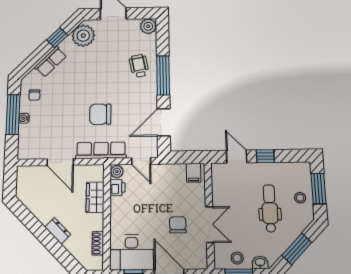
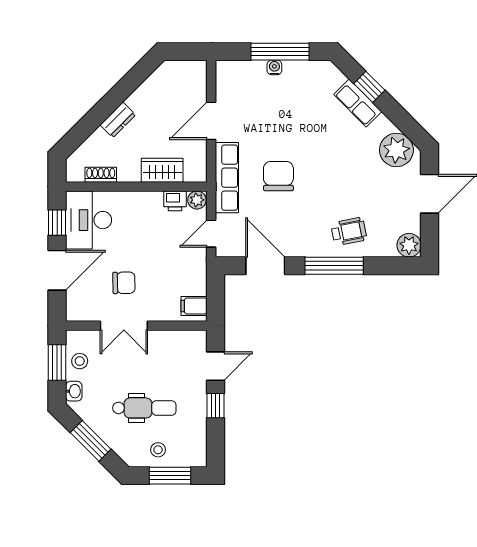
window: (57, 38) -> (369, 87), moved
chair: (34, 95) -> (308, 81), removed

